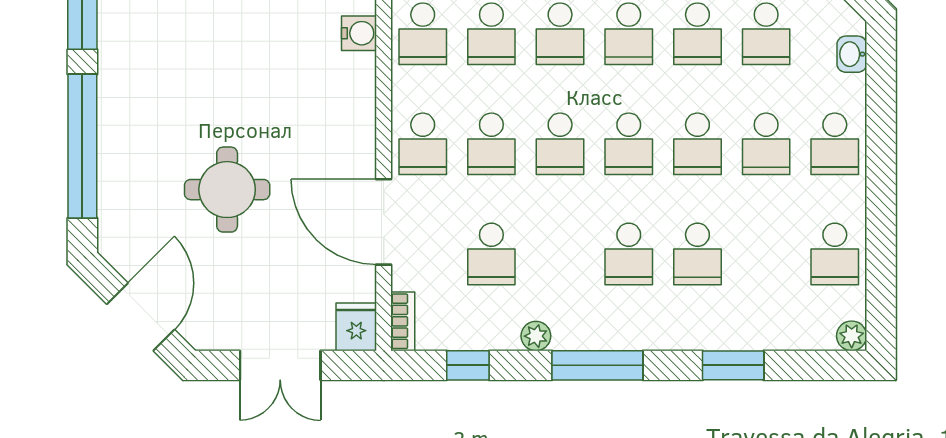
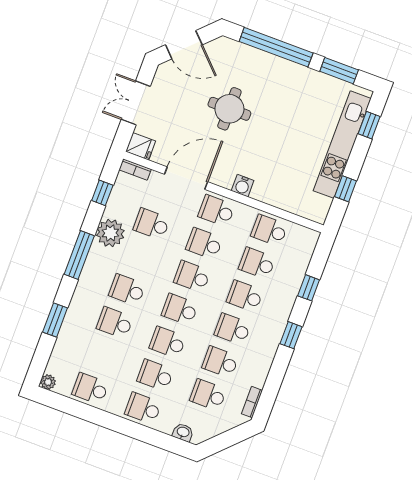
water cooler: (359, 33) -> (243, 186), moved
plant: (536, 336) -> (110, 233), width x1.88, depth x1.88

